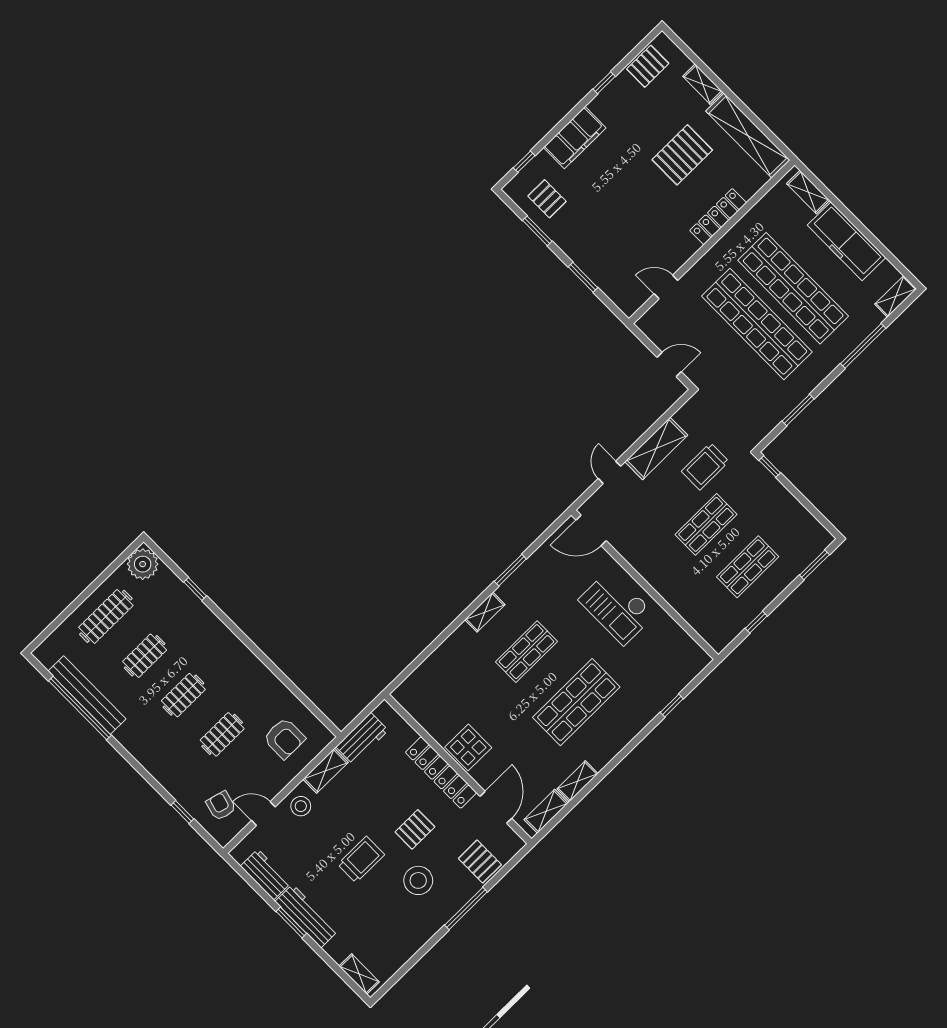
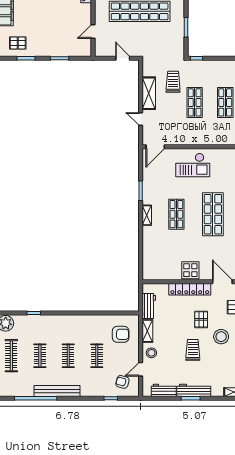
door: (669, 365) -> (123, 58), hinge flipped
trolley: (705, 466) -> (173, 82), turned 180
bench: (87, 695) -> (57, 391), moved

